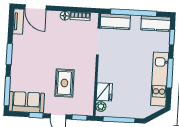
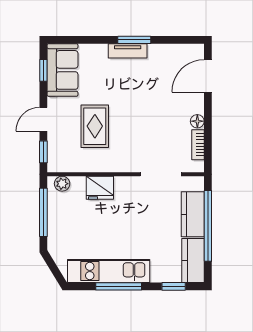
tv unit: (18, 21) -> (128, 51), moved
kitchen counter: (115, 21) -> (193, 214), moved
rug: (64, 83) -> (95, 126), turned 90
window: (7, 91) -> (78, 40), removed
fridge: (104, 92) -> (100, 188), moved
window: (36, 115) -> (43, 70), moved

